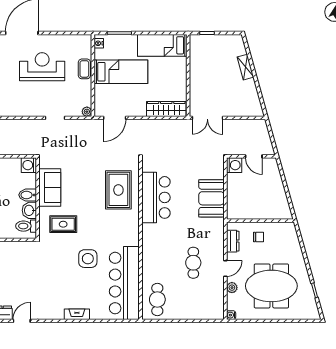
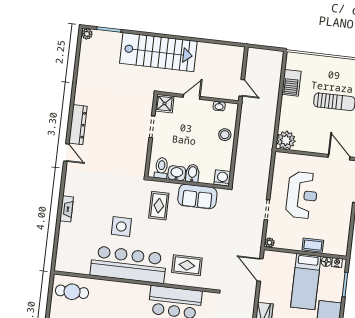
floor lamp: (99, 54) -> (326, 262), added
reception desk: (42, 67) -> (302, 195), moved
rug: (118, 190) -> (187, 265), width x0.73, depth x0.70
bar counter: (124, 283) -> (128, 265), moved

